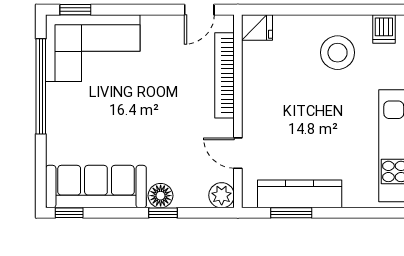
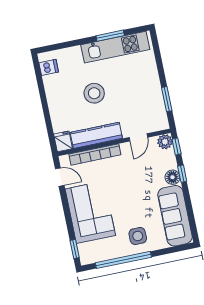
corner sofa: (93, 48) -> (90, 212), moved
stool: (338, 53) -> (94, 93), moved
side table: (75, 118) -> (138, 236), added
kitchen counter: (300, 194) -> (96, 135), moved, turned 90
window: (69, 213) -> (177, 147), moved

